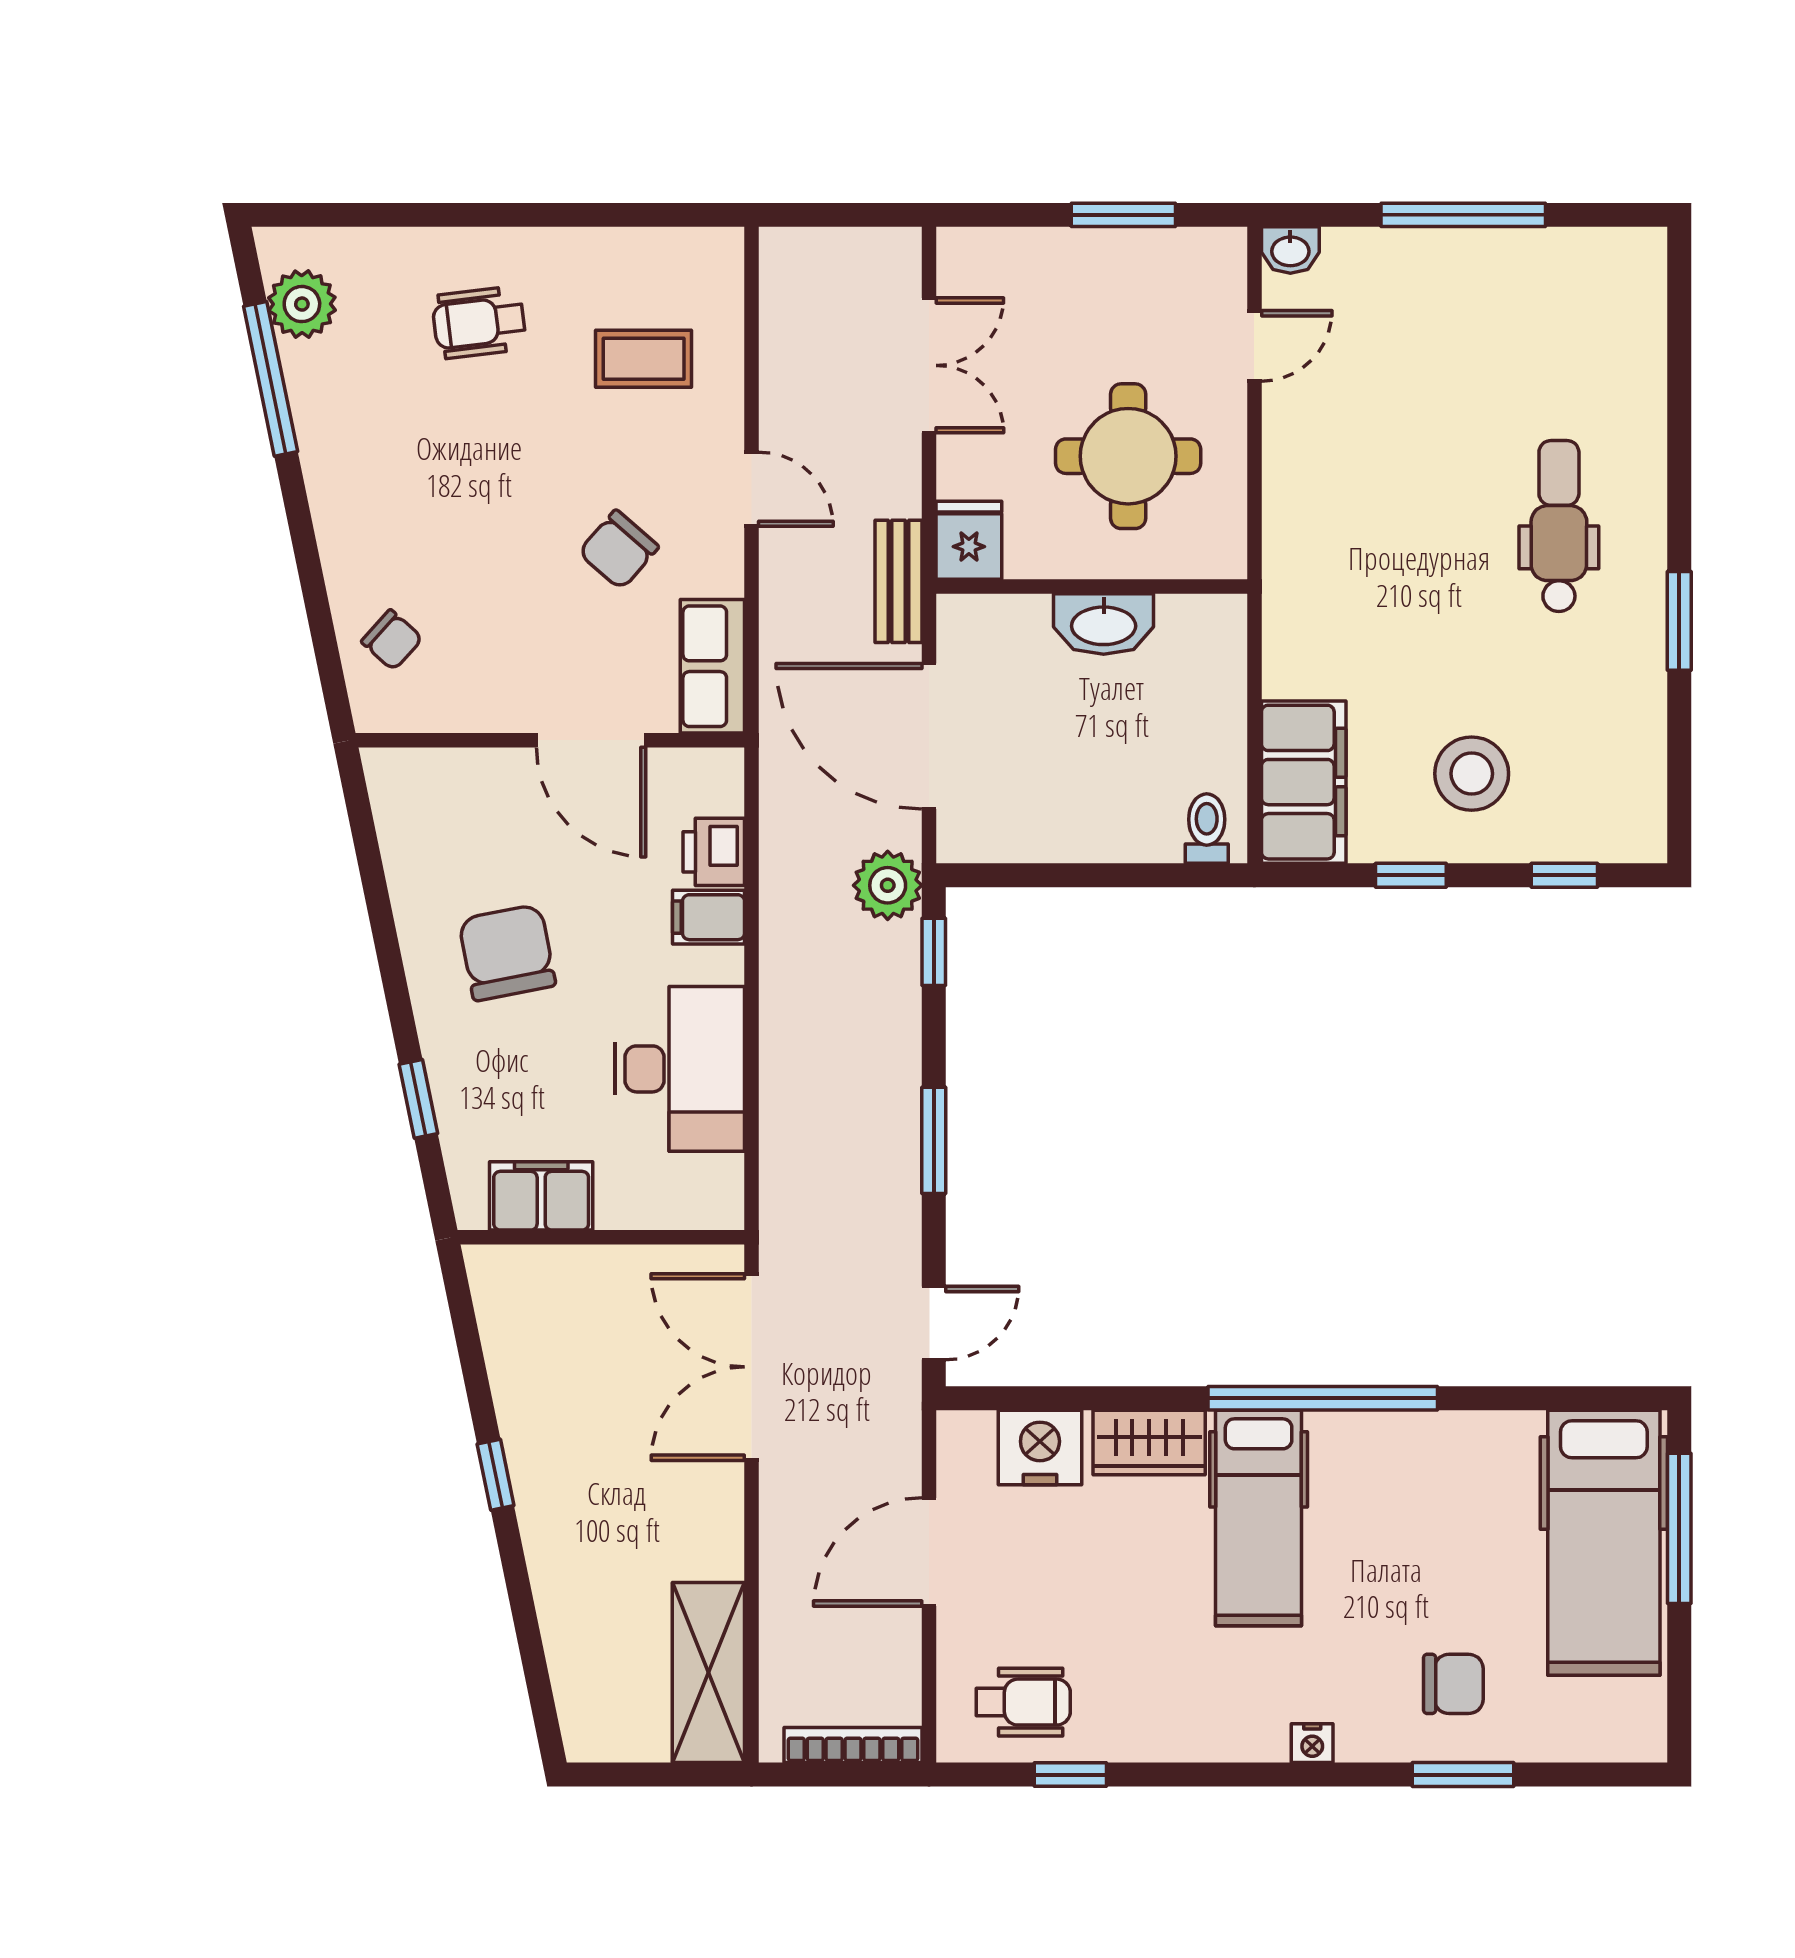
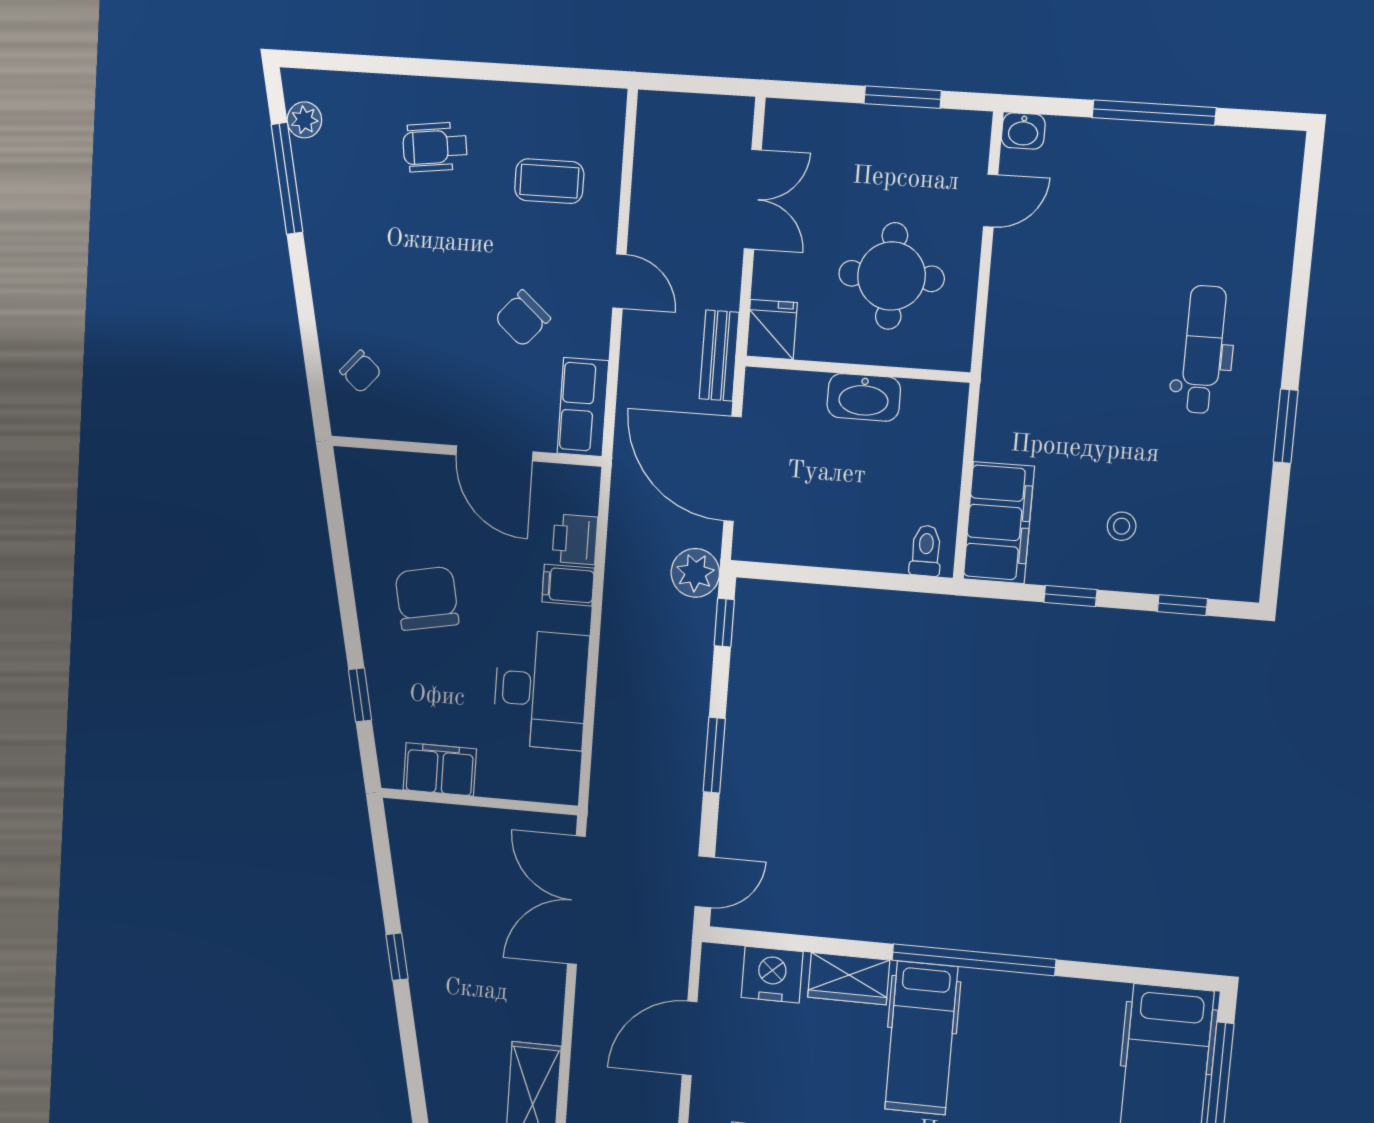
plant: (302, 304) -> (304, 120), width x0.73, depth x0.73
stool: (1472, 774) -> (1122, 526), width x0.53, depth x0.53

